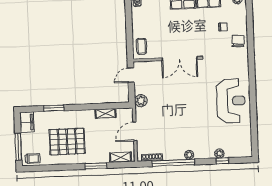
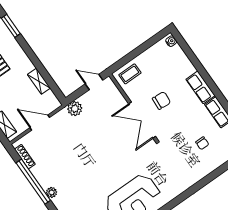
chair: (238, 41) -> (161, 100), moved

